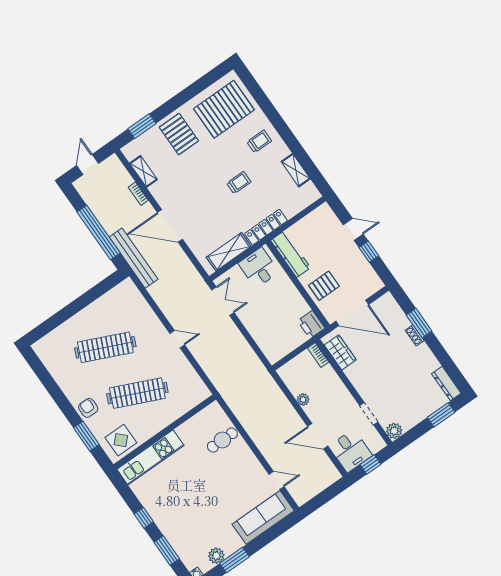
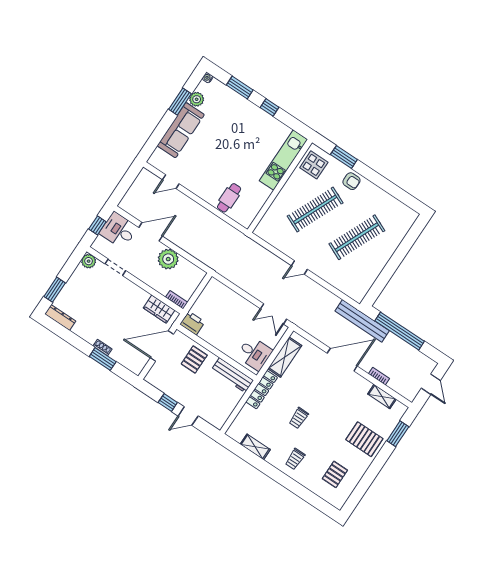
pallet: (224, 109) -> (335, 474), width x0.49, depth x0.50
plant: (303, 400) -> (168, 259), width x1.87, depth x1.87
sofa: (263, 517) -> (181, 130), moved

